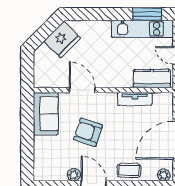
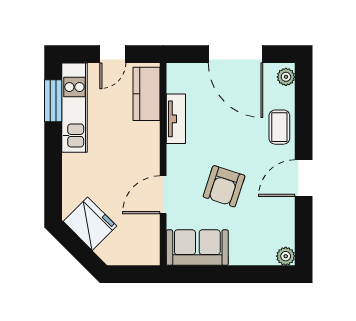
plant: (74, 175) -> (286, 256), moved

